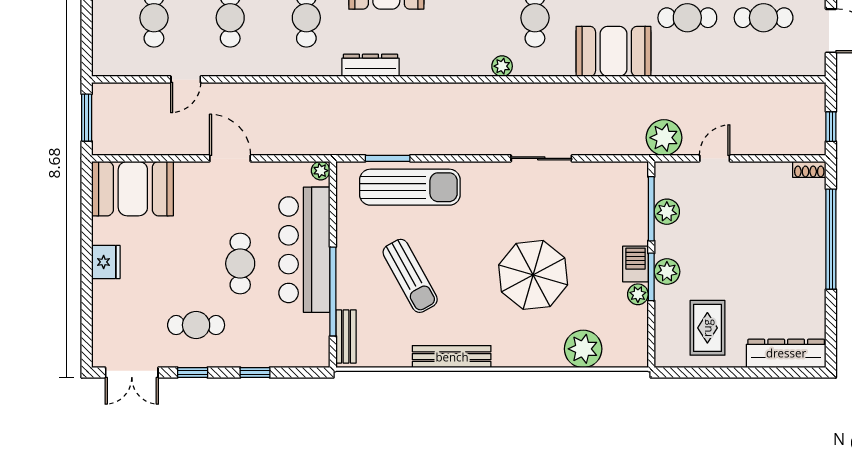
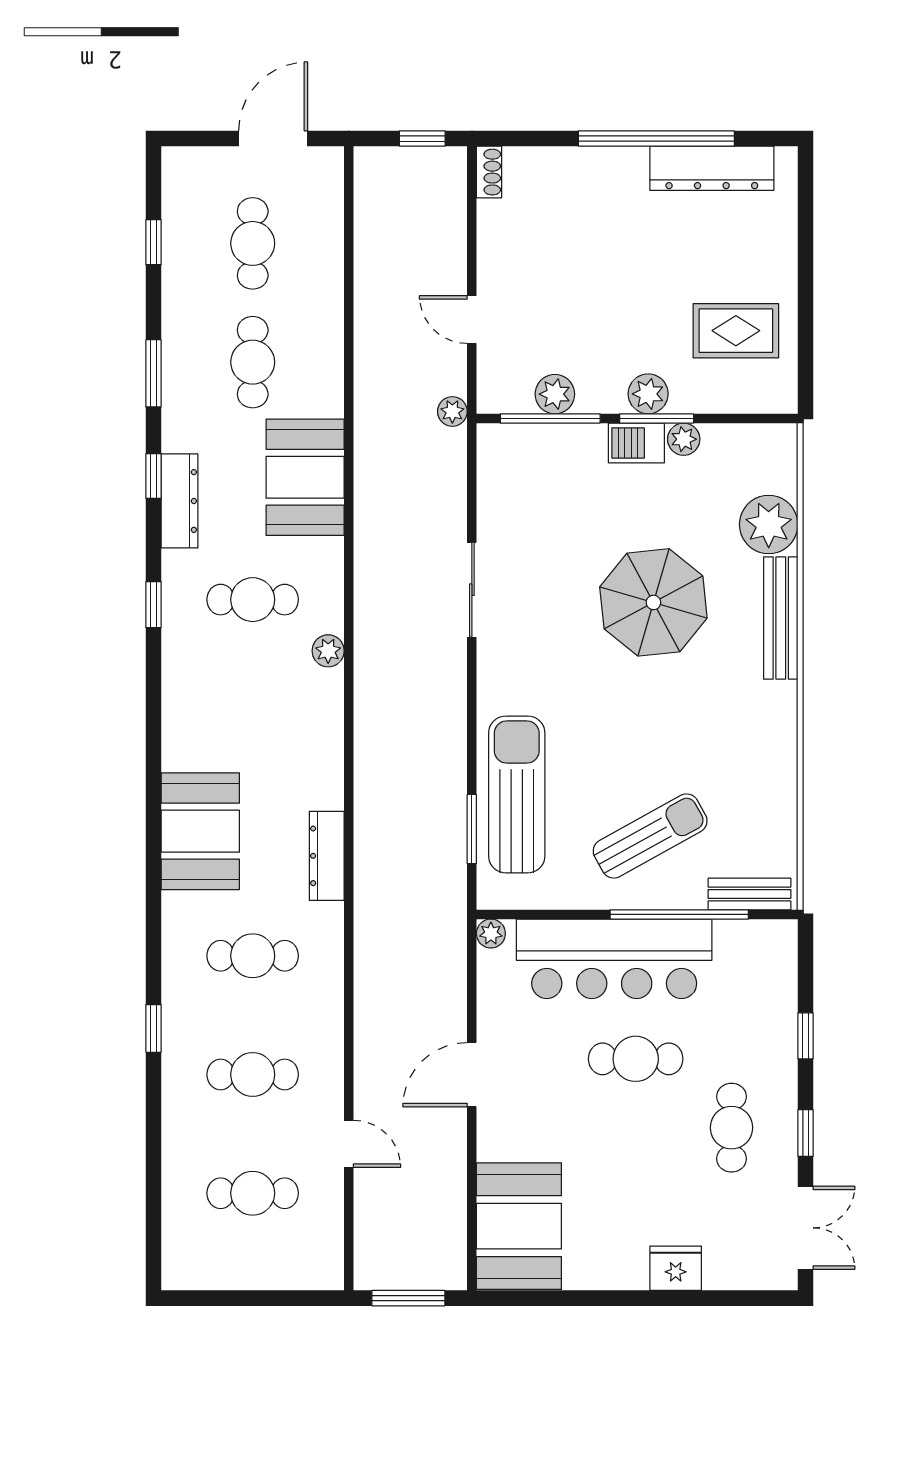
plant: (664, 138) -> (452, 411), width x0.53, depth x0.53
window: (831, 239) -> (656, 139), moved
fridge: (106, 262) -> (676, 1268), moved
sun lounger: (410, 276) -> (650, 836), moved
dresser: (786, 353) -> (712, 168), moved, turned -90
bench: (452, 357) -> (781, 618), moved

